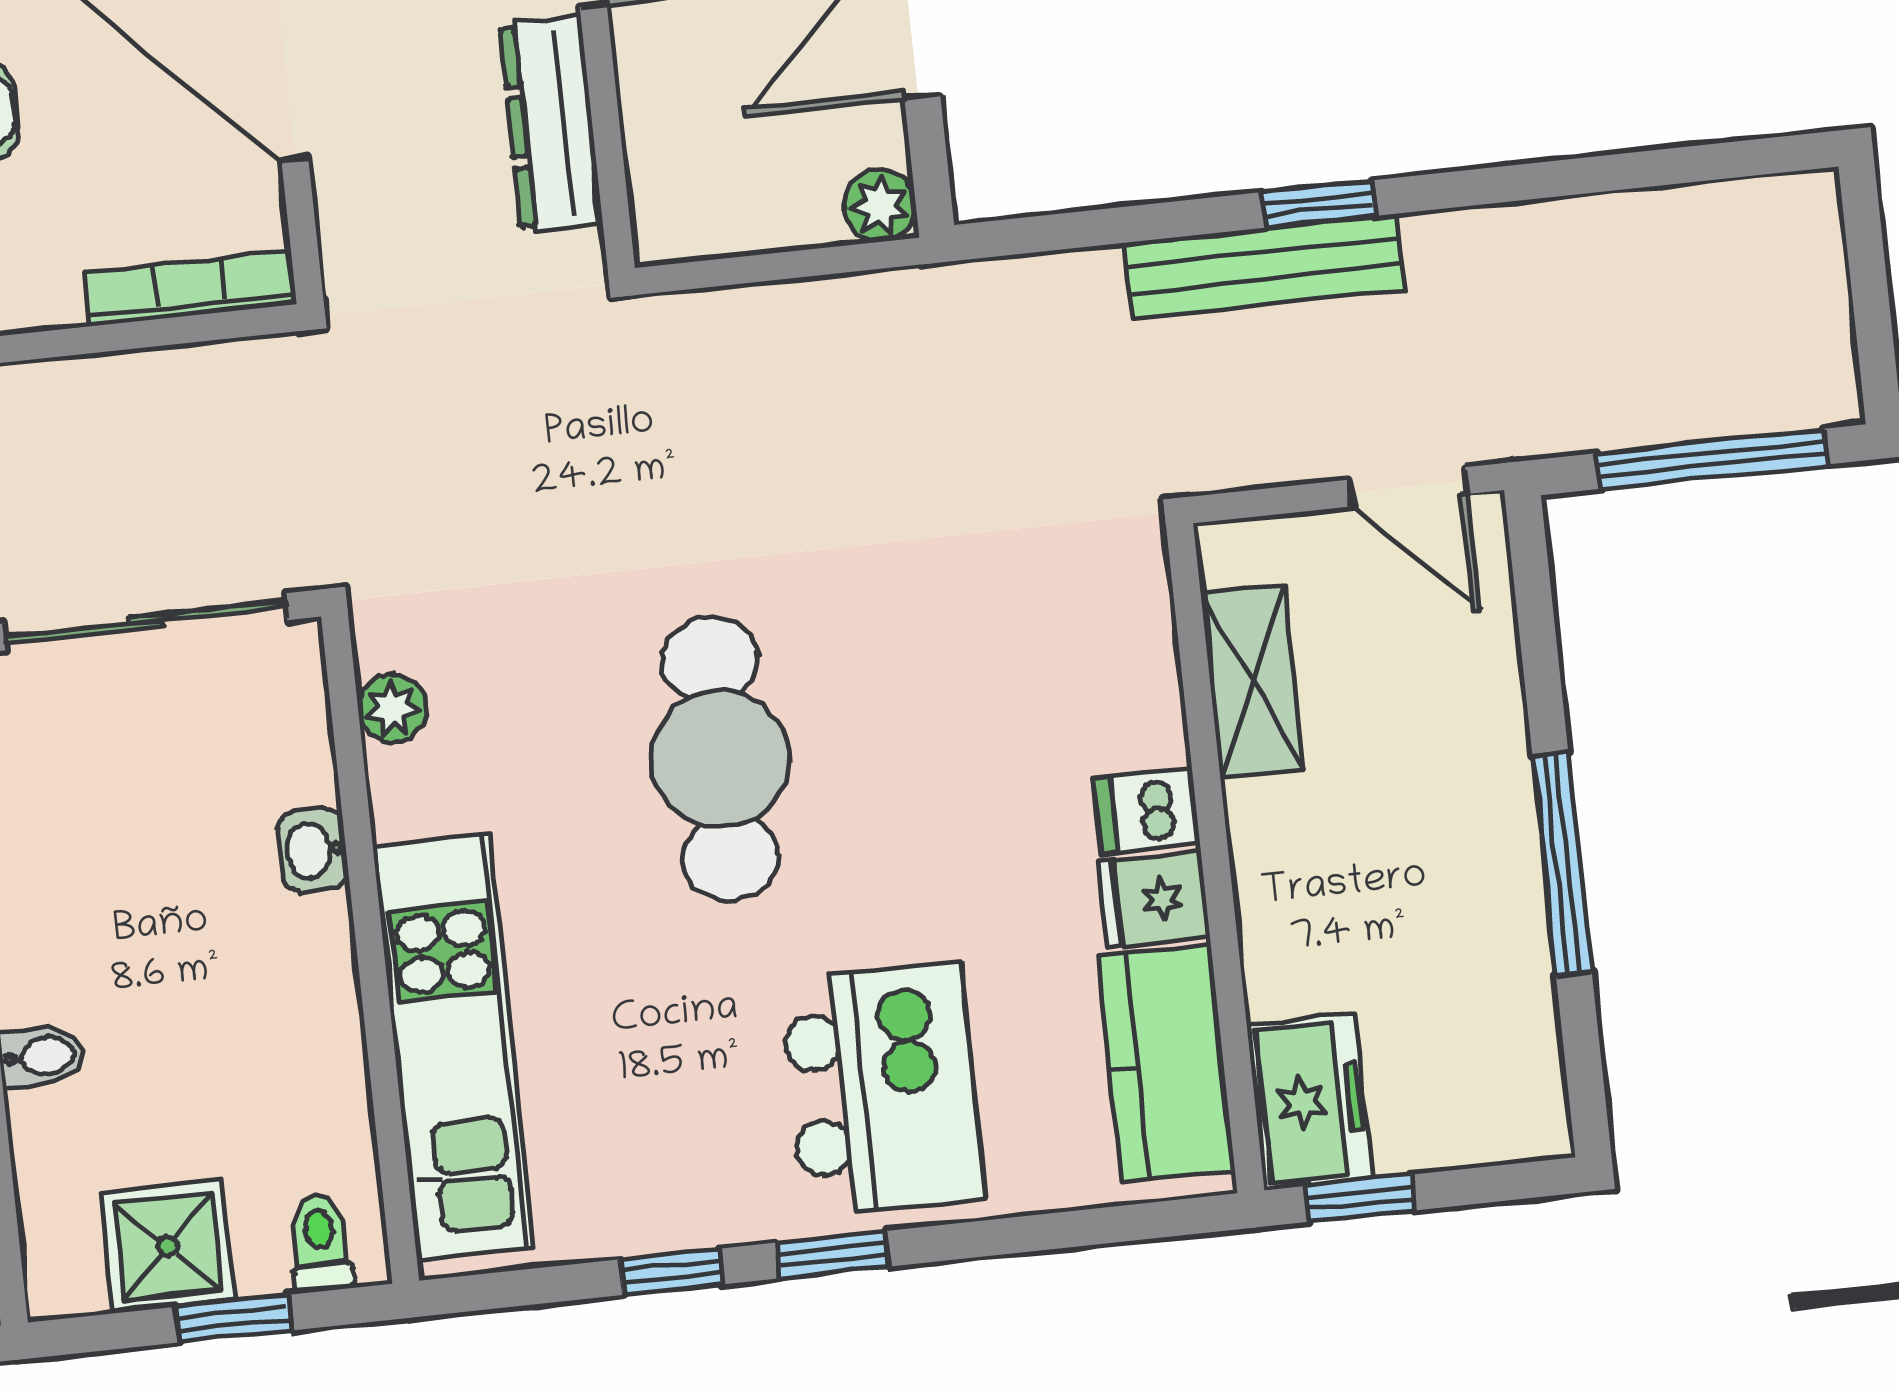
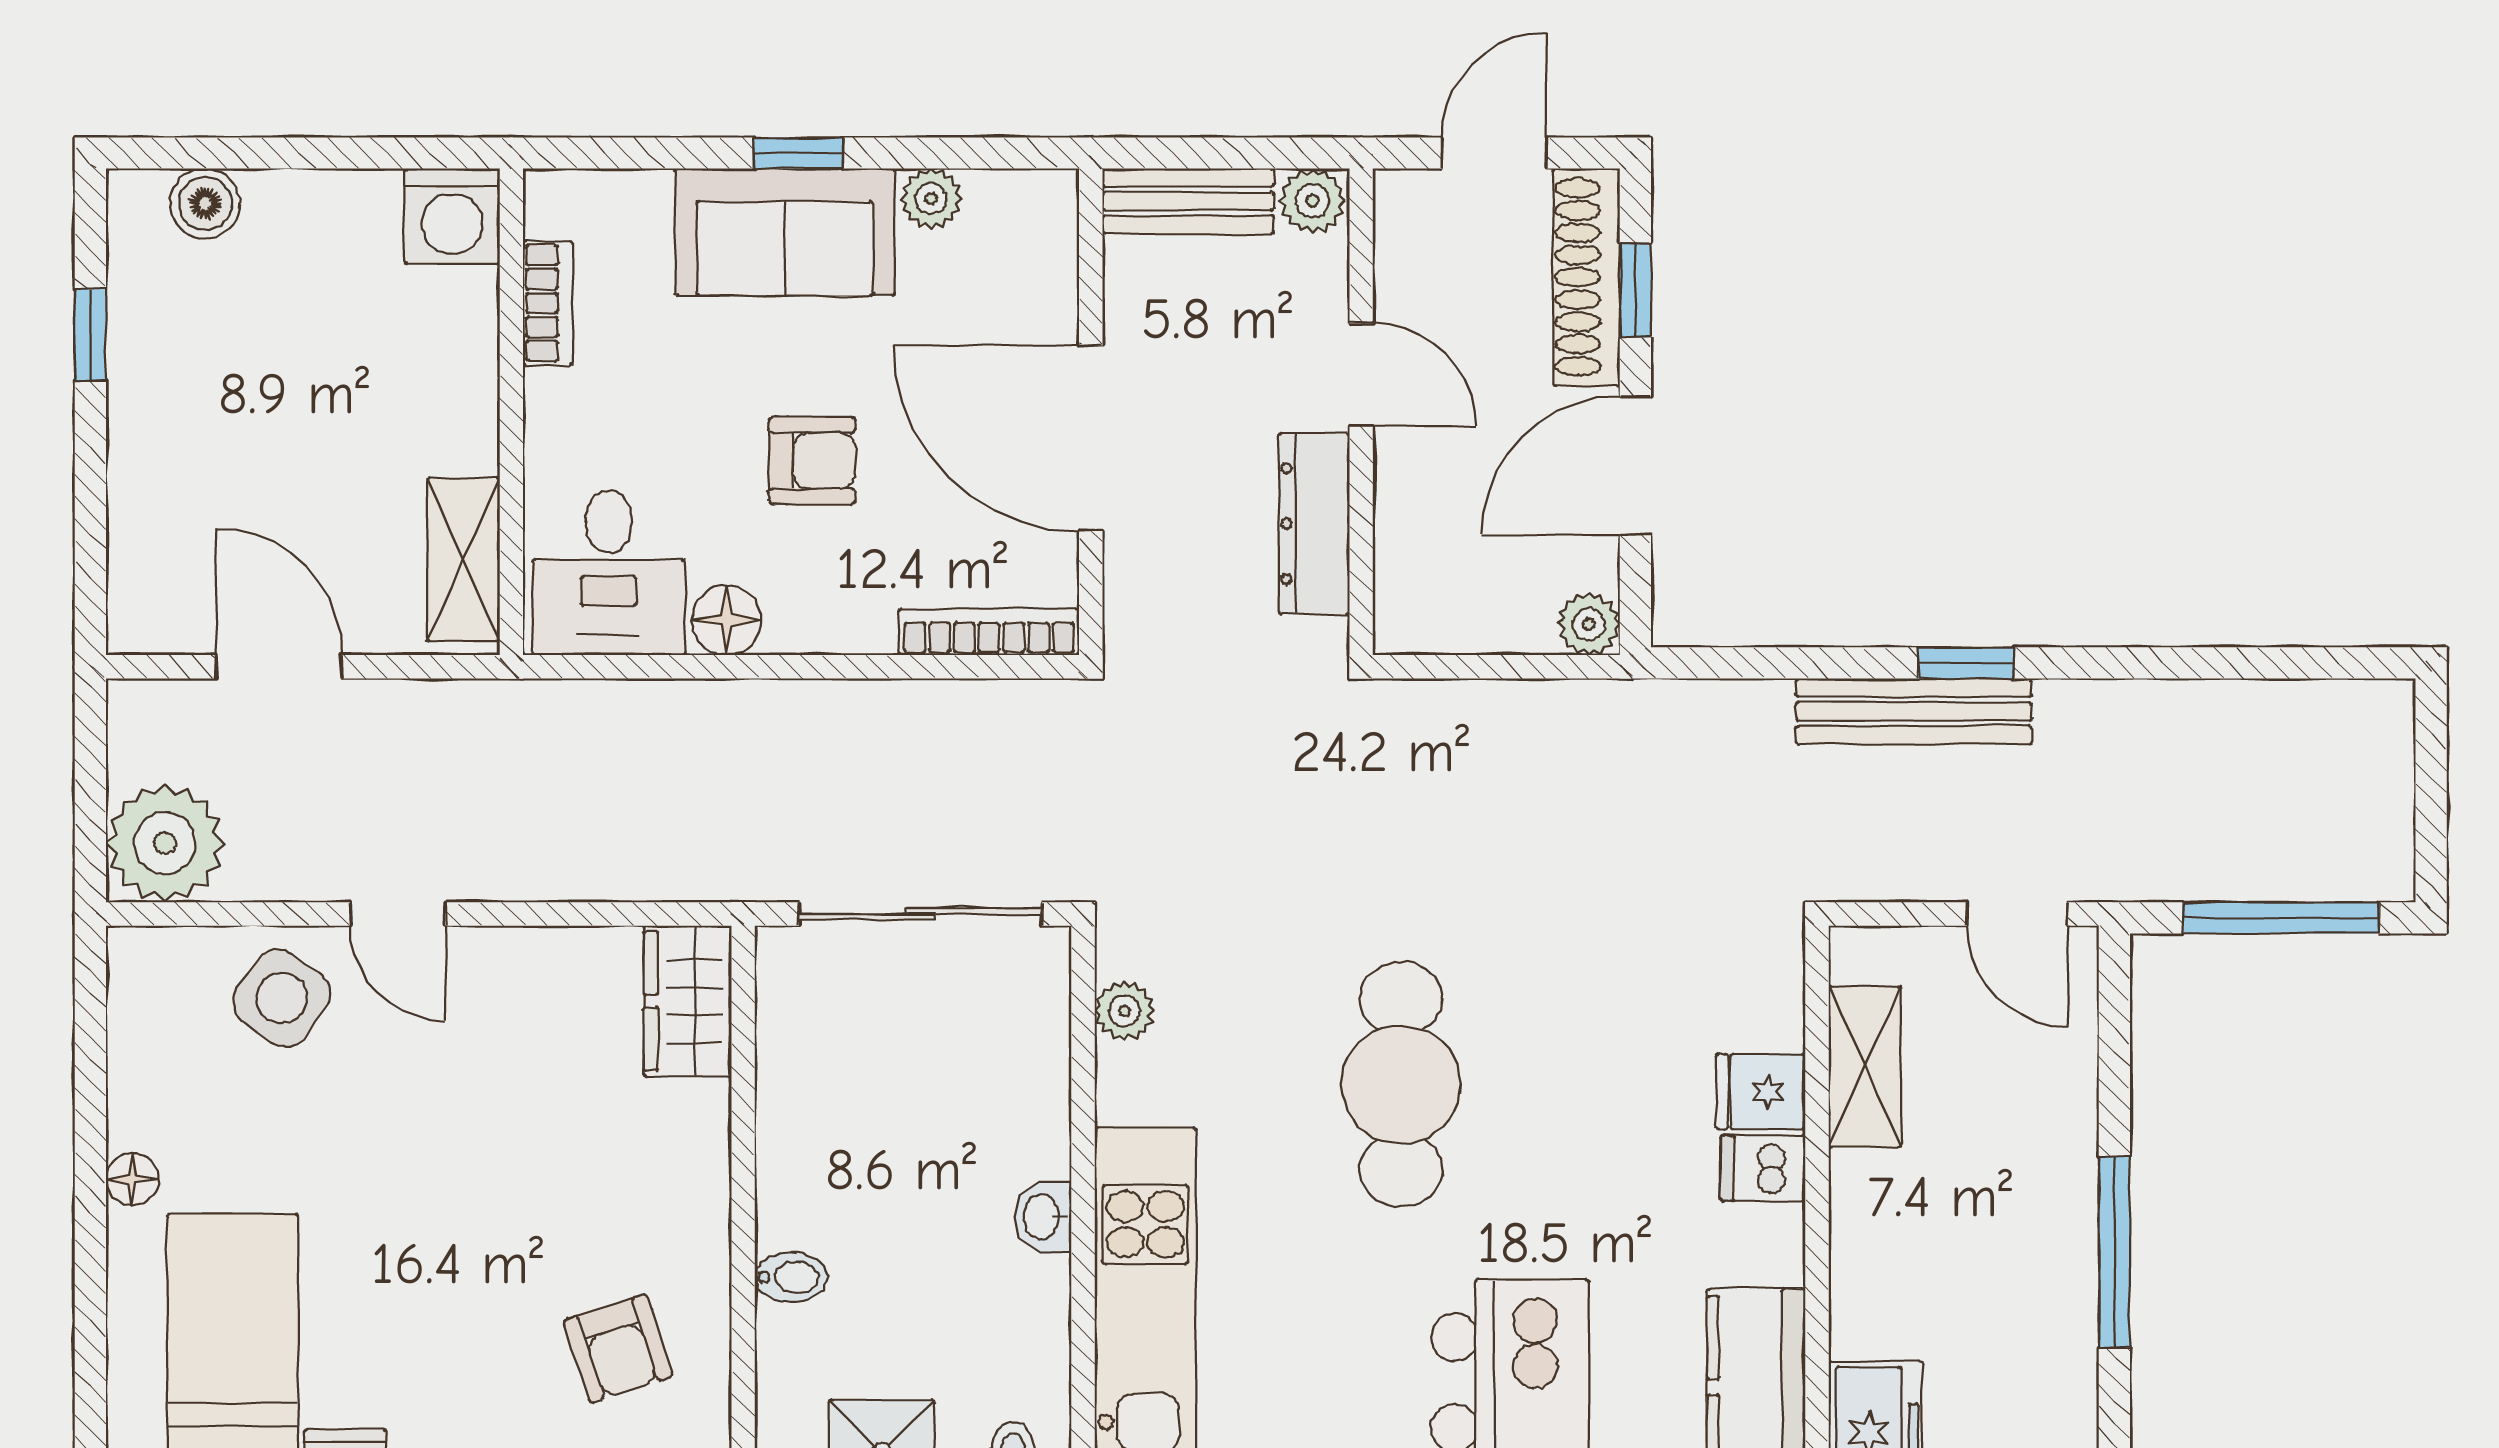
washbasin: (313, 850) -> (1043, 1217), moved
fridge: (1154, 899) -> (1761, 1091), moved

